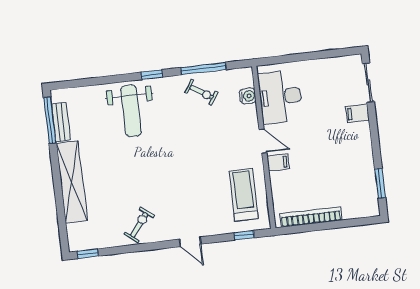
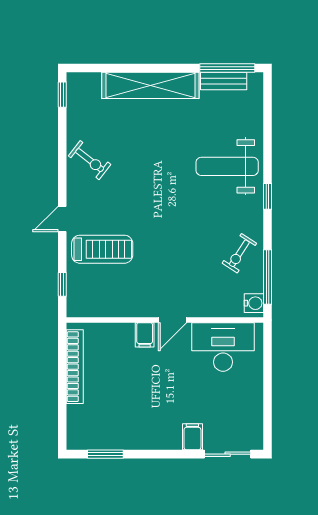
window: (203, 69) -> (267, 277), moved
water cooler: (248, 96) -> (254, 303), moved, turned -90
treadmill: (244, 195) -> (102, 249), moved

